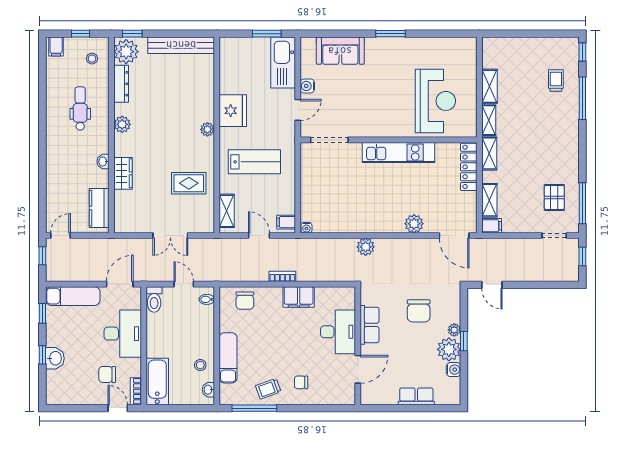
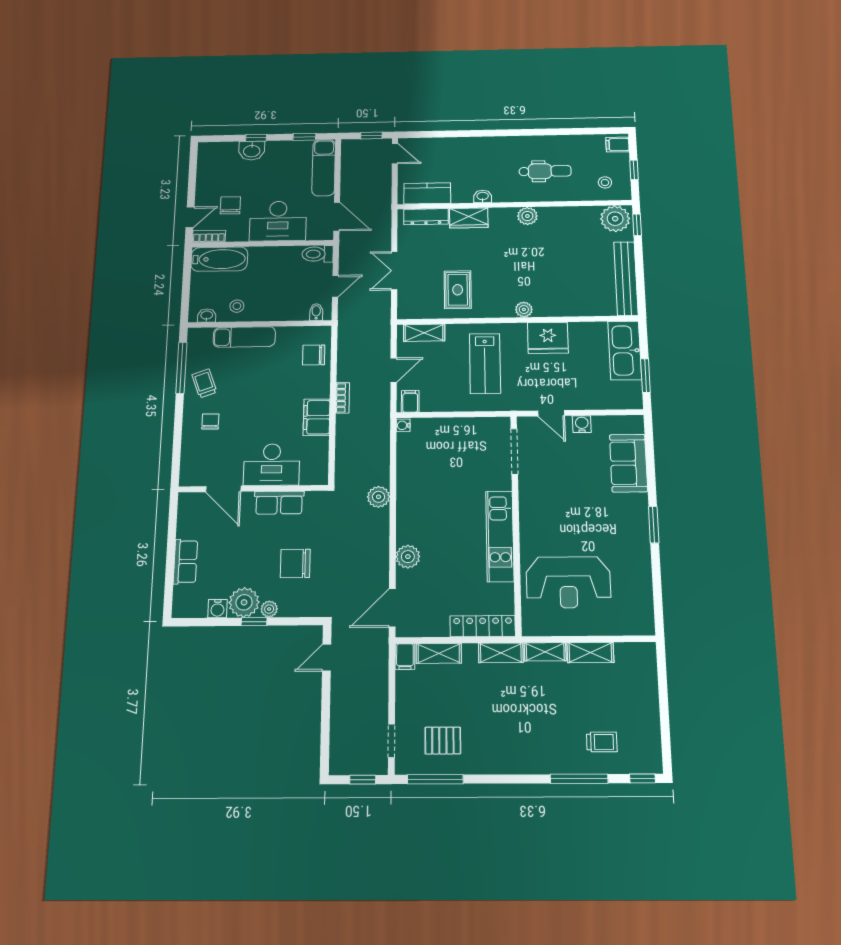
kitchen sink: (283, 63) -> (625, 350), moved, turned -90
dresser: (121, 84) -> (426, 217), moved

